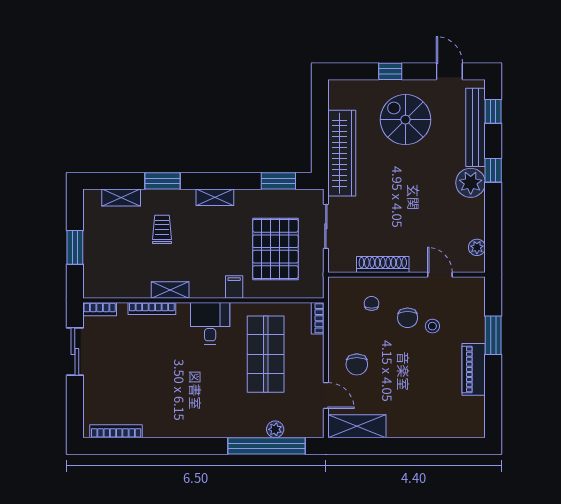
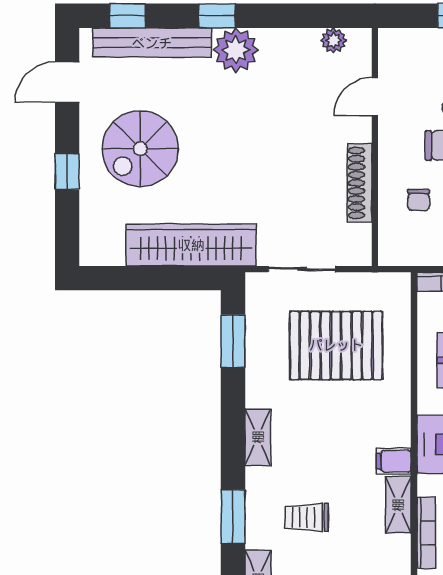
filing cabinet: (234, 287) -> (394, 461), moved
chair: (372, 303) -> (419, 200), turned -90

